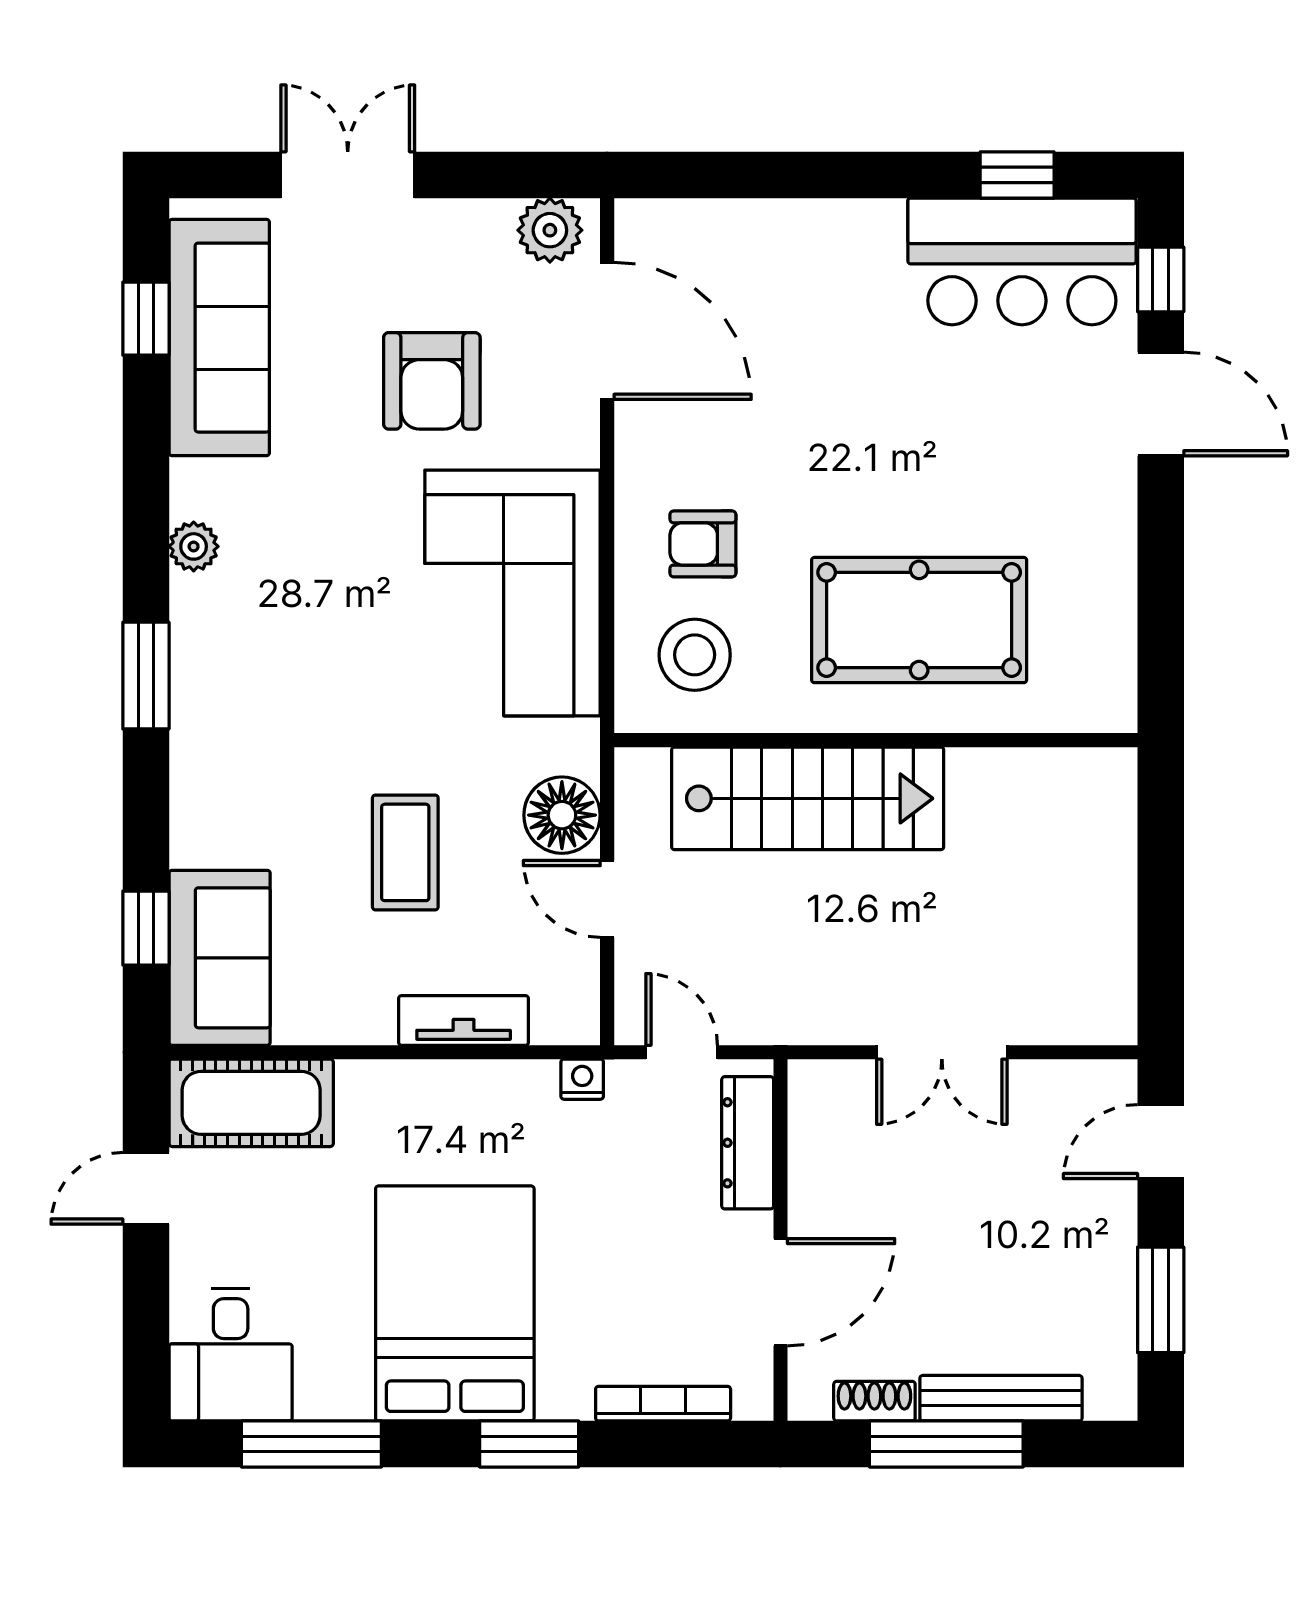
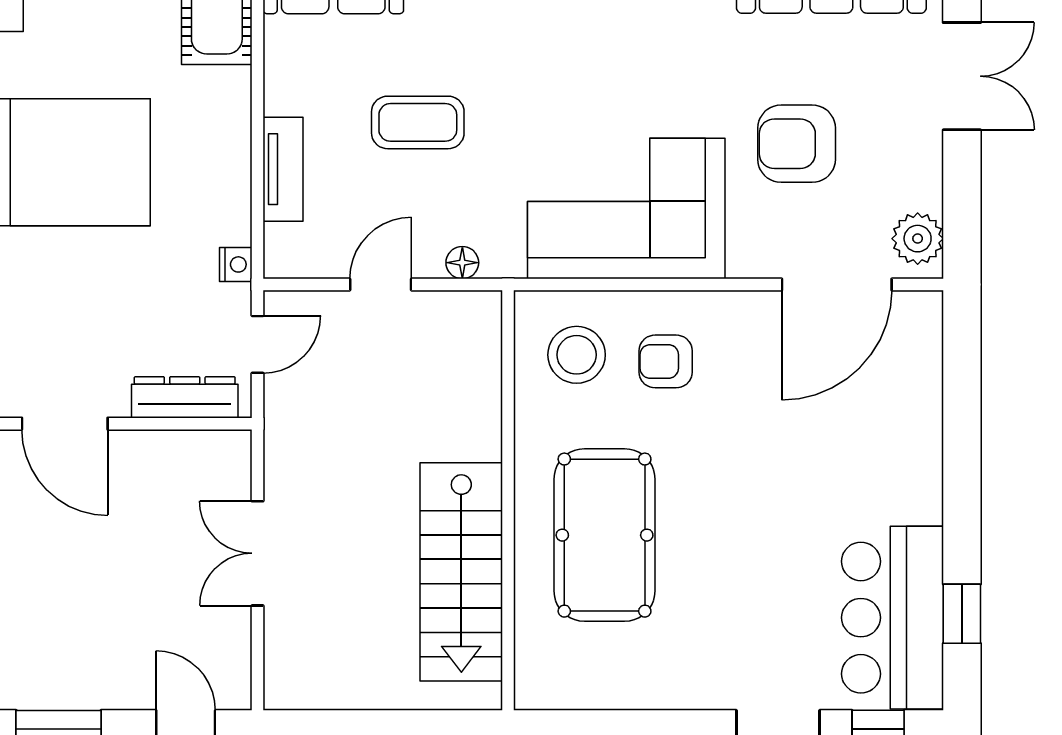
armchair: (703, 544) -> (666, 361), turned -90
stairs: (808, 798) -> (461, 572), moved
floor lamp: (562, 815) -> (462, 263), width x0.53, depth x0.53

